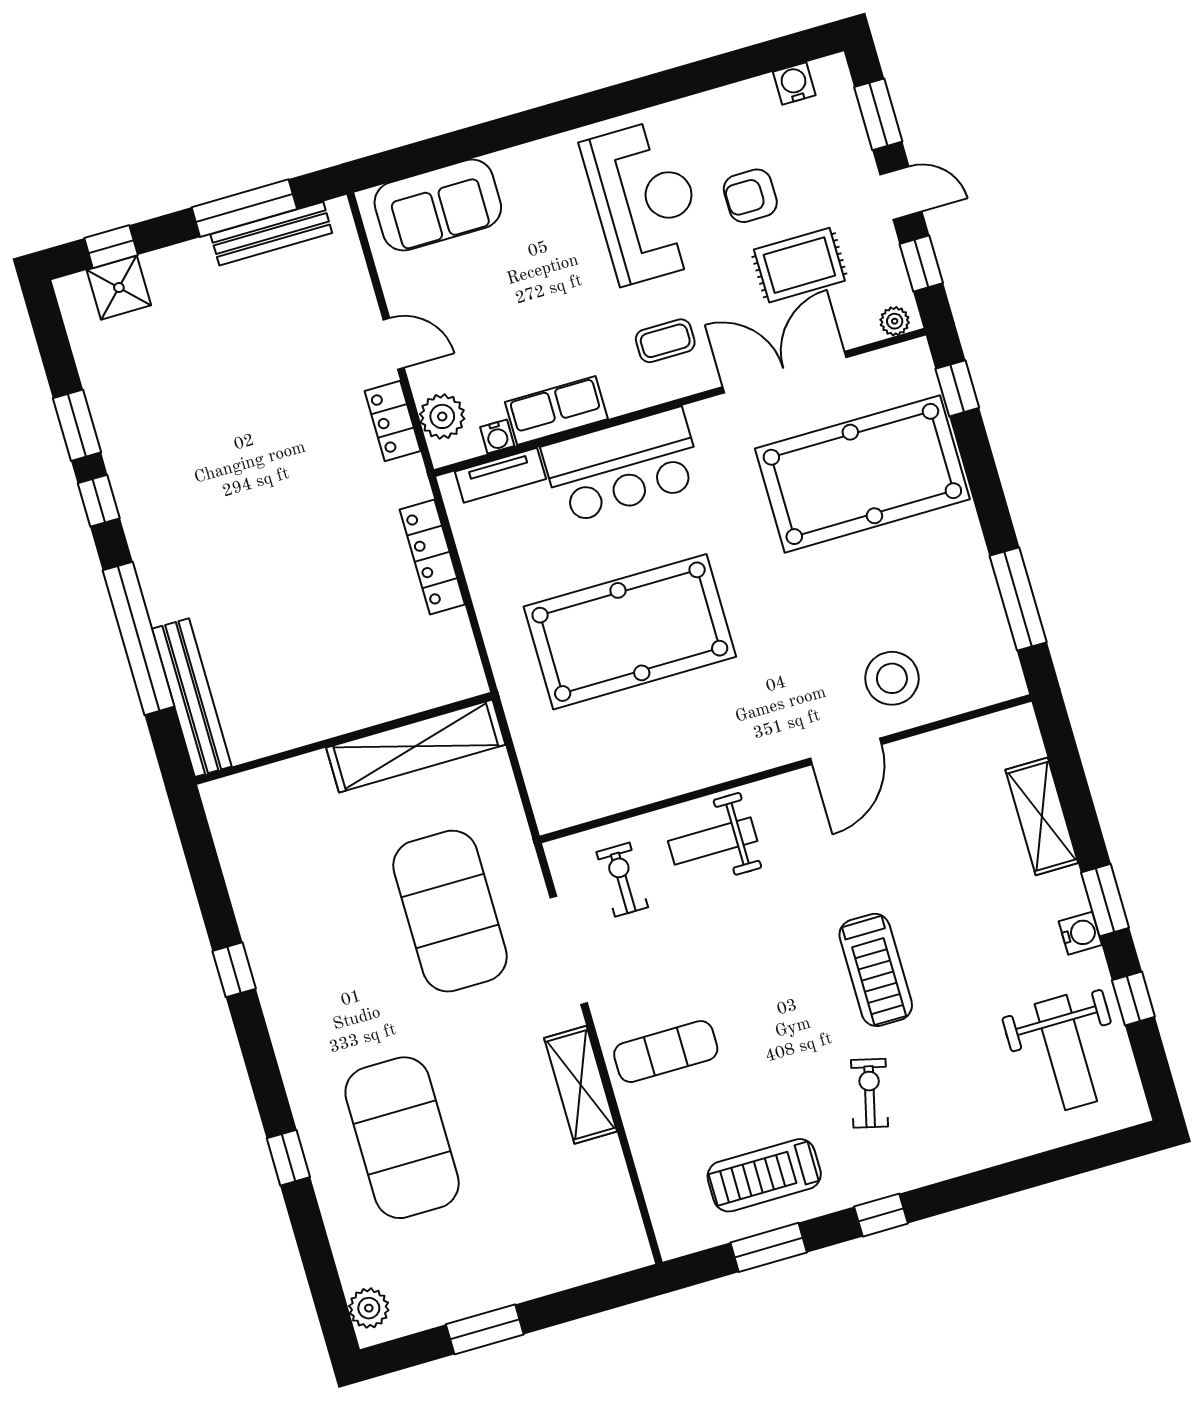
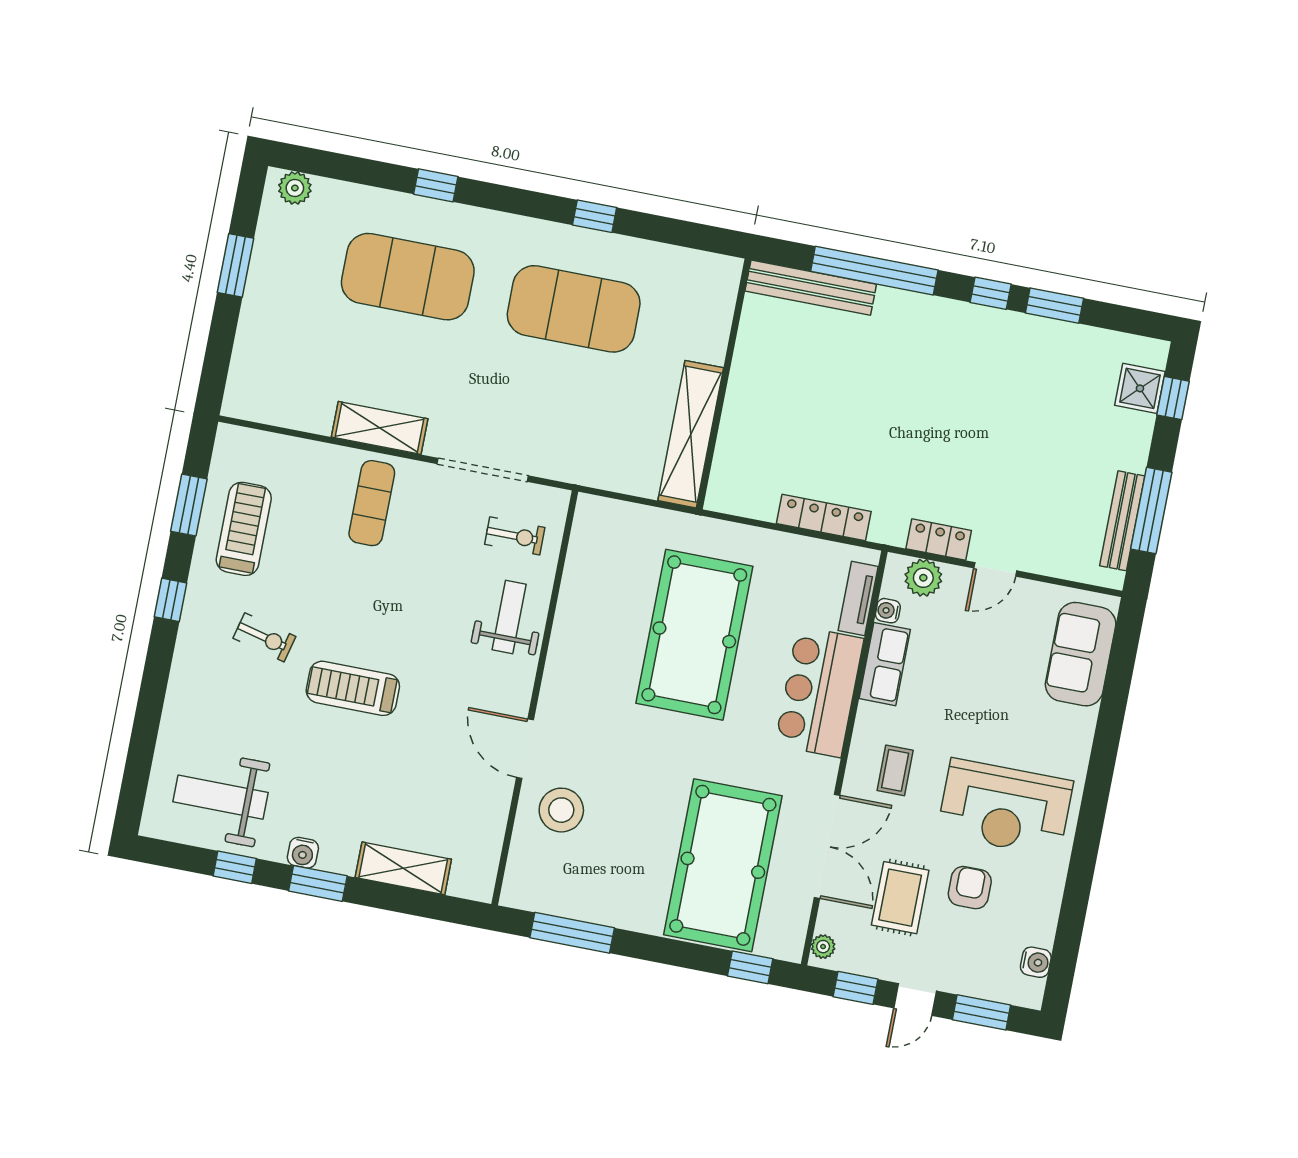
exercise mat: (450, 911) -> (574, 309), moved

